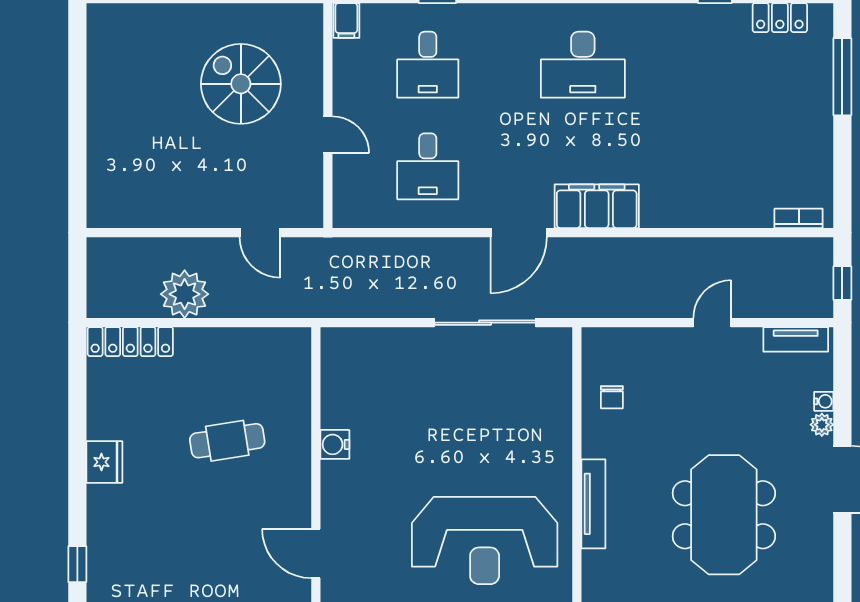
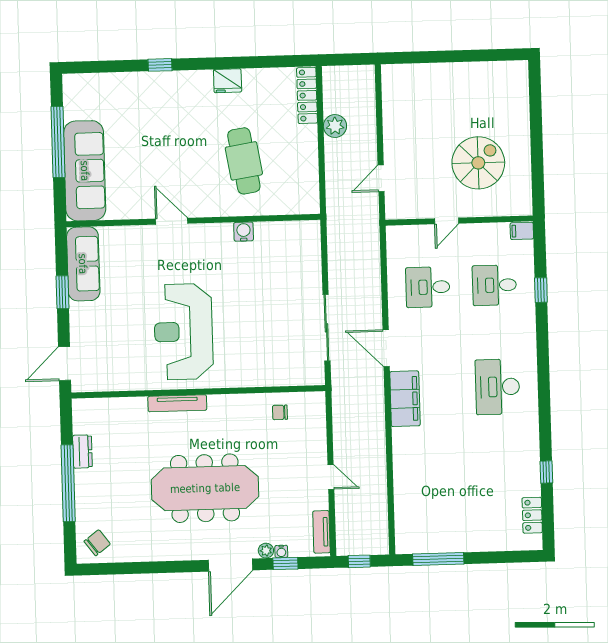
window: (842, 77) -> (438, 559), moved
bookcase: (799, 218) -> (401, 531), removed
plant: (185, 294) -> (335, 126), width x0.73, depth x0.73
window: (842, 396) -> (285, 563), added
cafe table: (227, 441) -> (244, 161), width x1.37, depth x1.35
tv unit: (593, 504) -> (177, 403), moved
meeting table: (724, 515) -> (205, 488), width x1.36
door: (316, 554) -> (172, 221), hinge flipped

